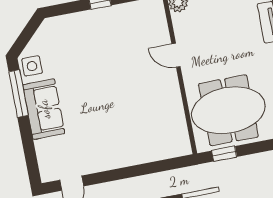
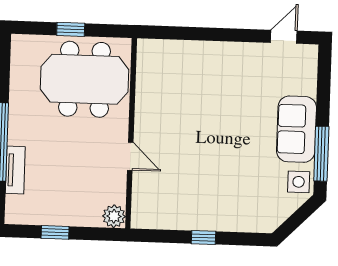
window: (224, 154) -> (71, 29), moved

